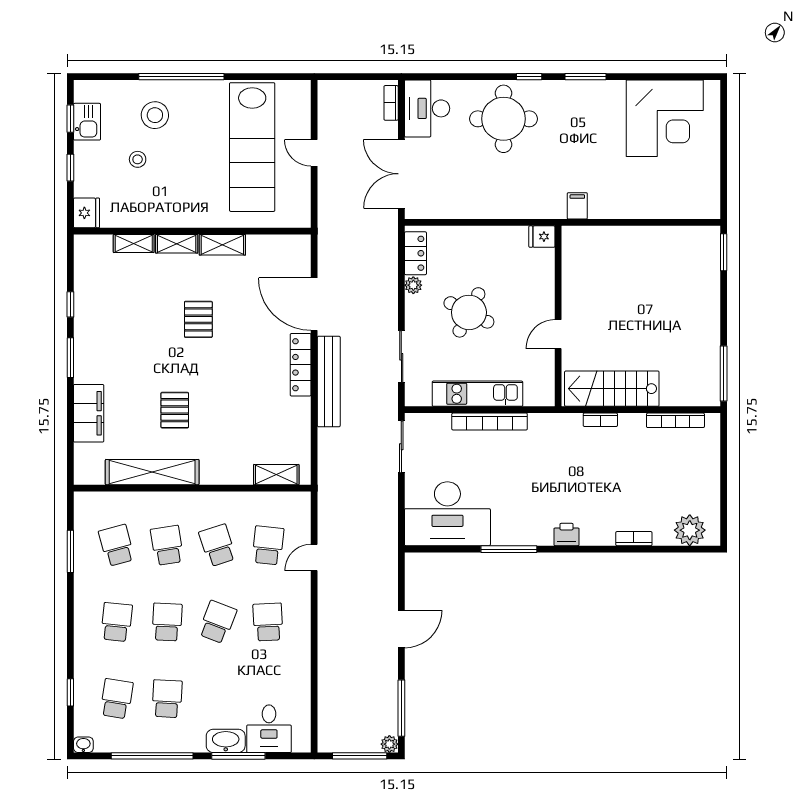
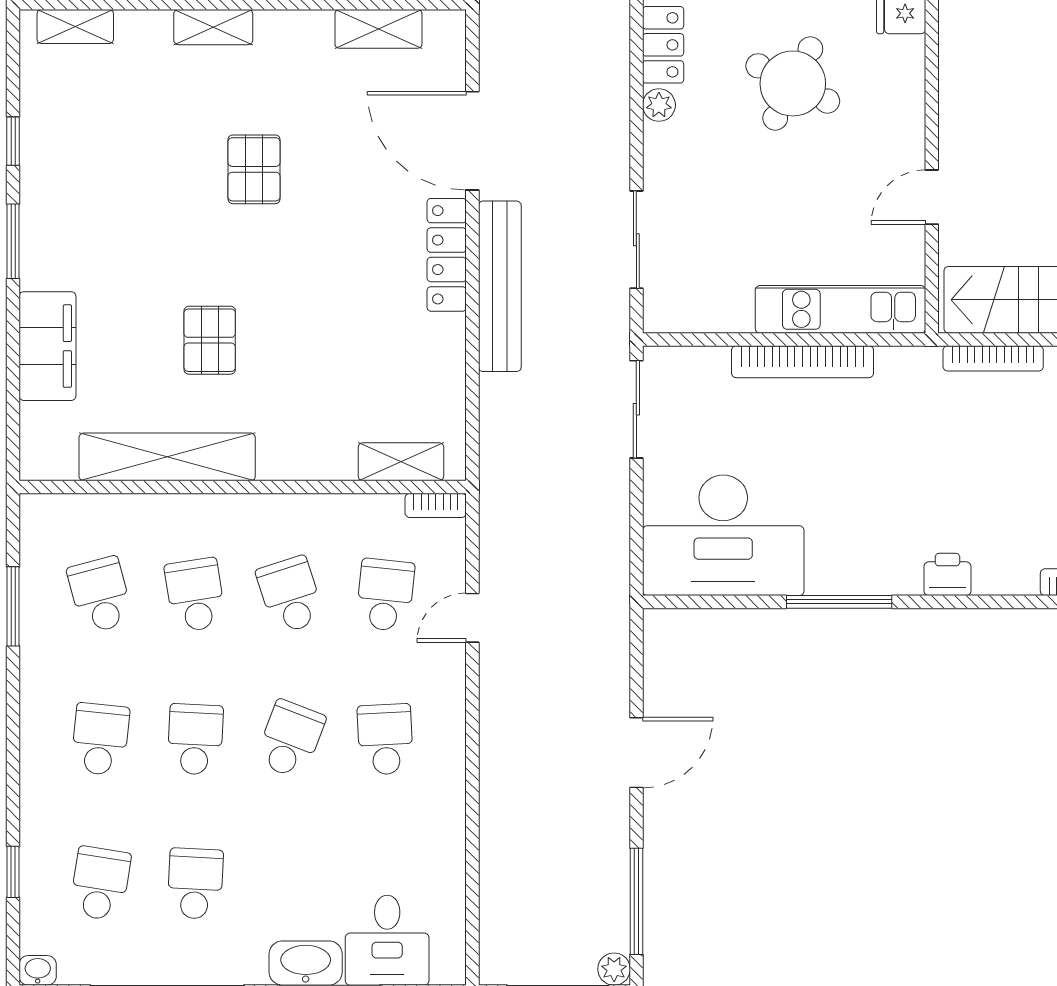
shelving: (134, 244) -> (75, 27), moved
shelving: (222, 245) -> (378, 29), moved
round table: (469, 312) -> (793, 83), moved
kitchen unit: (477, 394) -> (840, 309), moved
bookcase: (600, 420) -> (993, 358), width x1.56
bookcase: (295, 498) -> (436, 505), added

